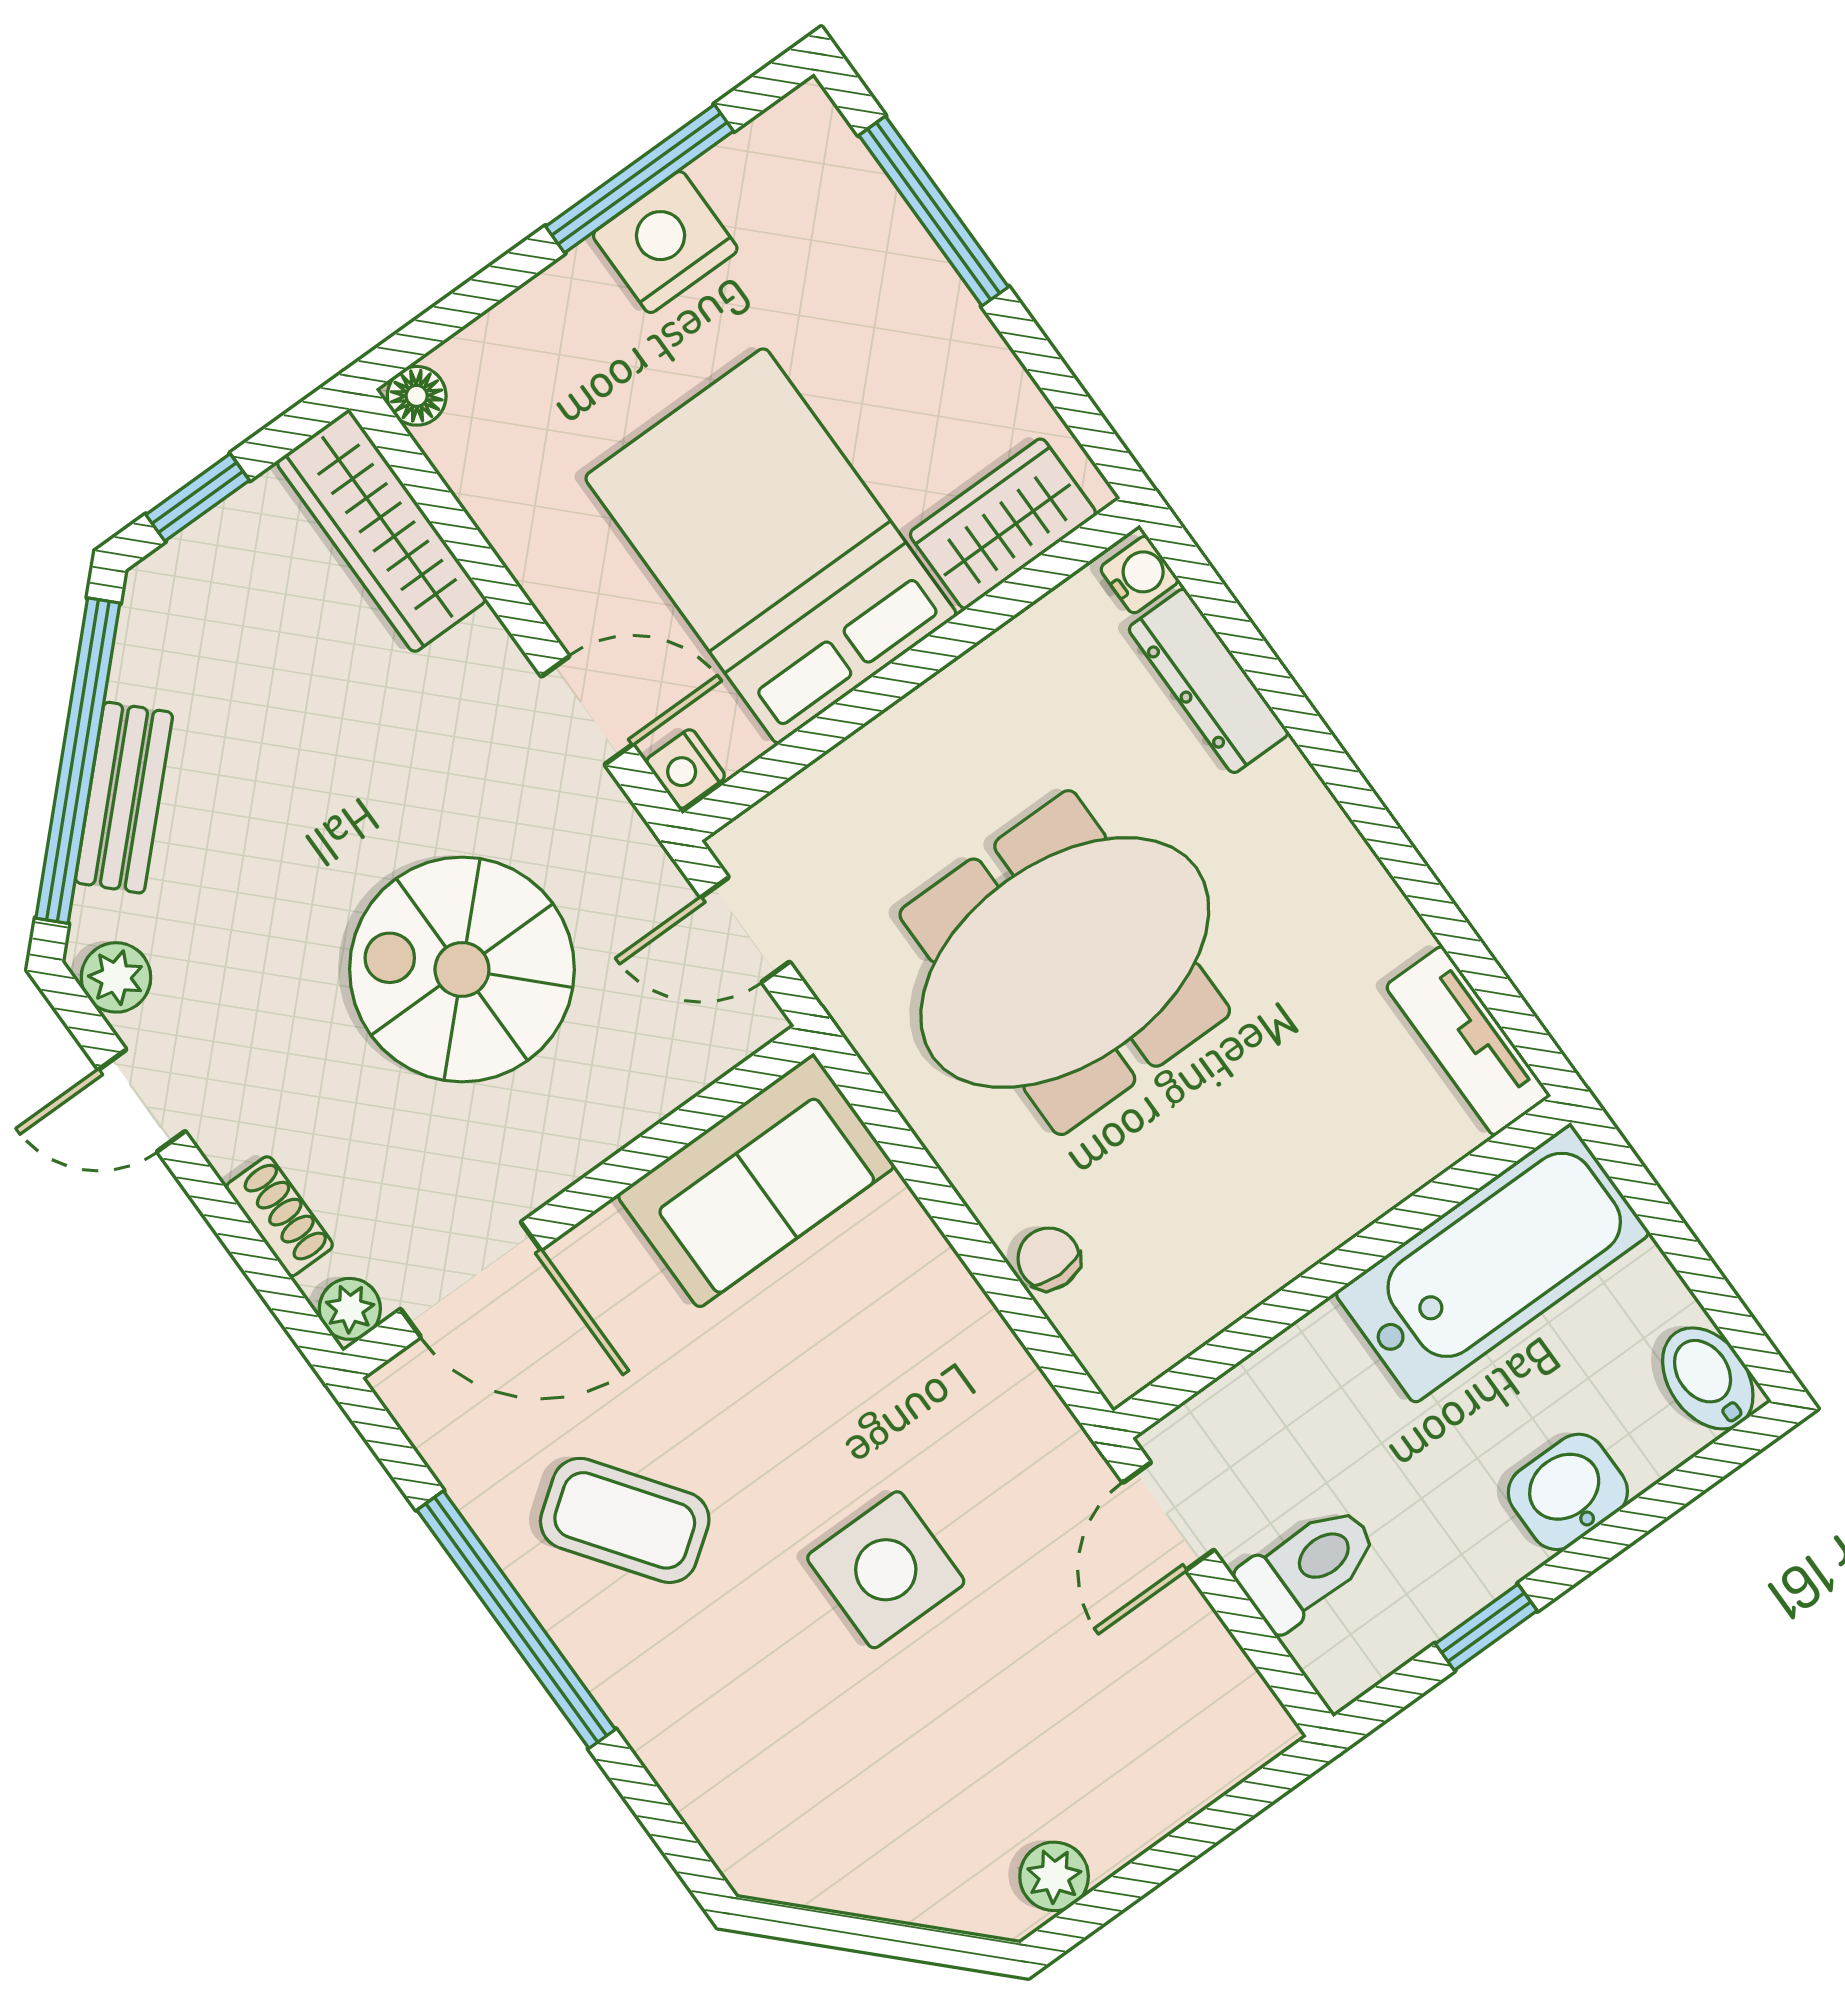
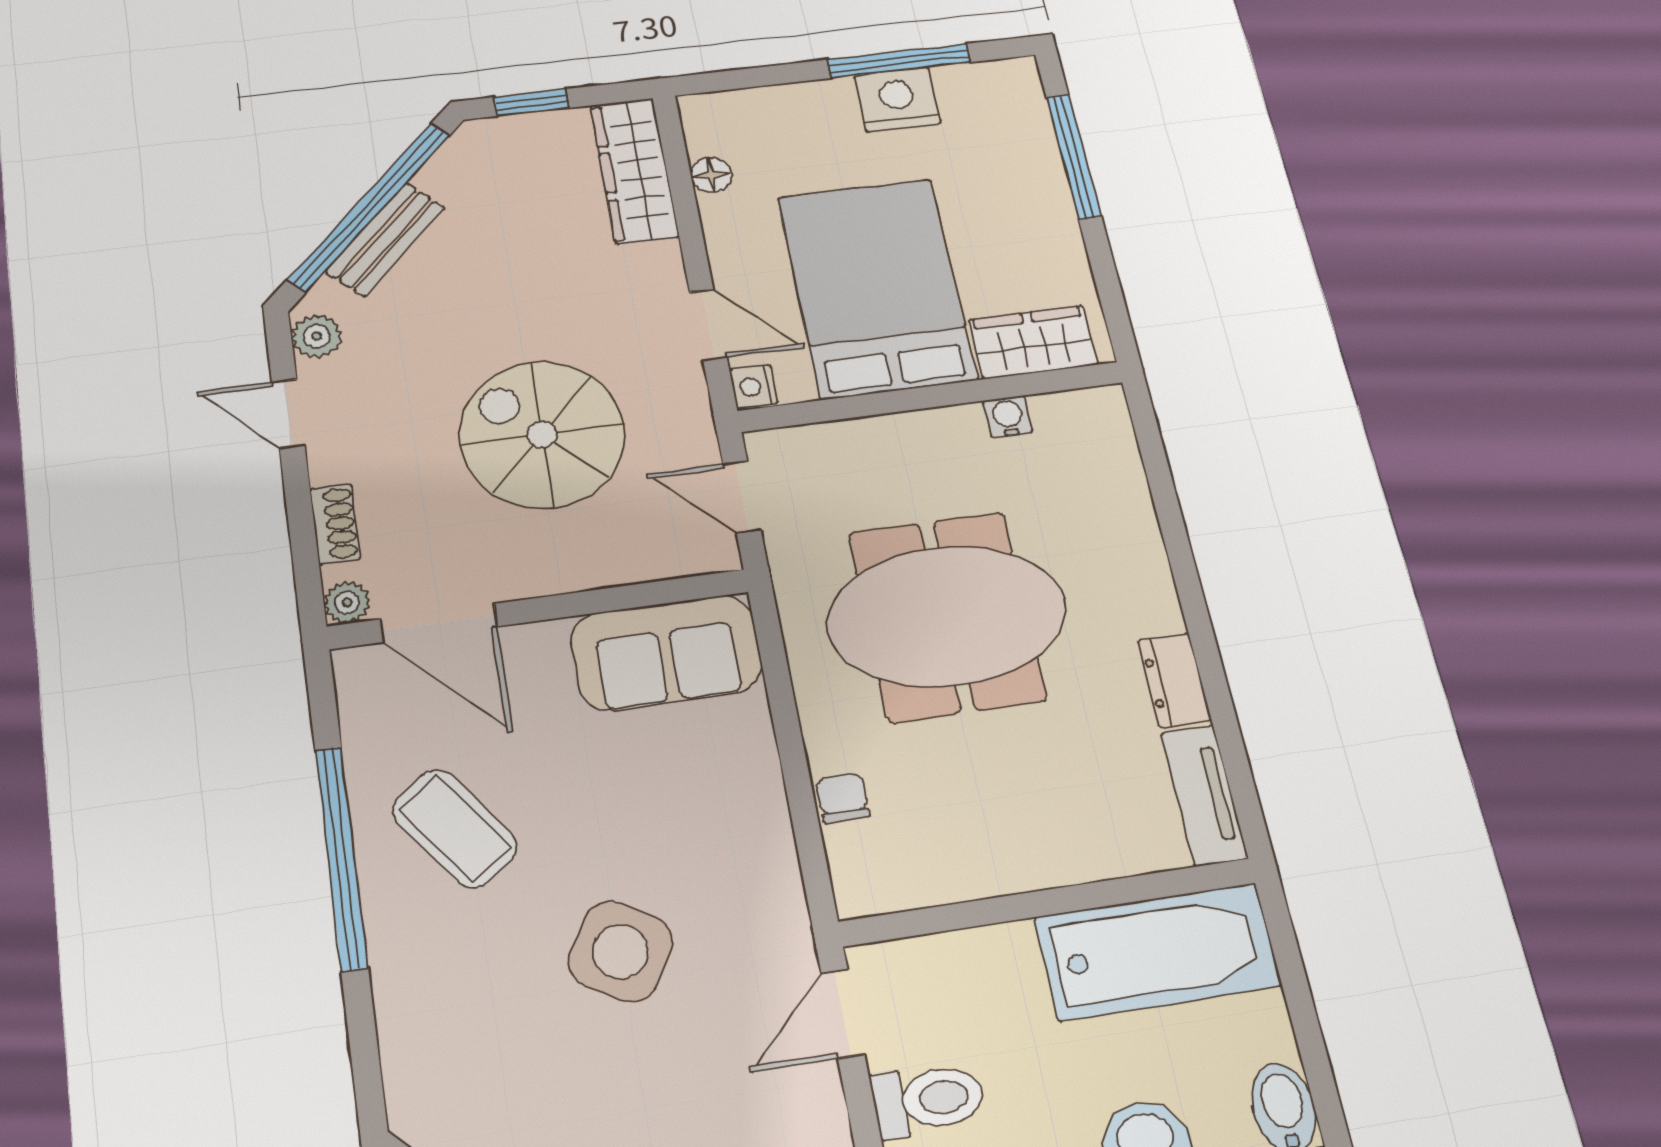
floor lamp: (417, 396) -> (711, 175), moved
water cooler: (1139, 575) -> (1008, 417), moved, turned -90
dresser: (1208, 681) -> (1175, 680), moved, width x0.70
side table: (886, 1570) -> (621, 951), turned 31

